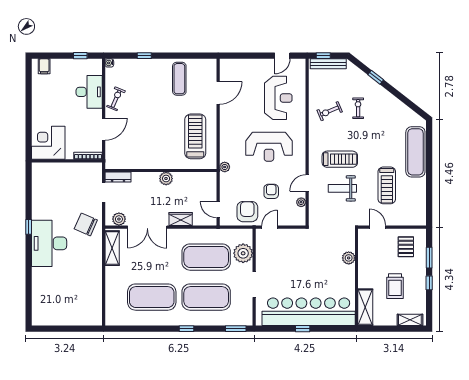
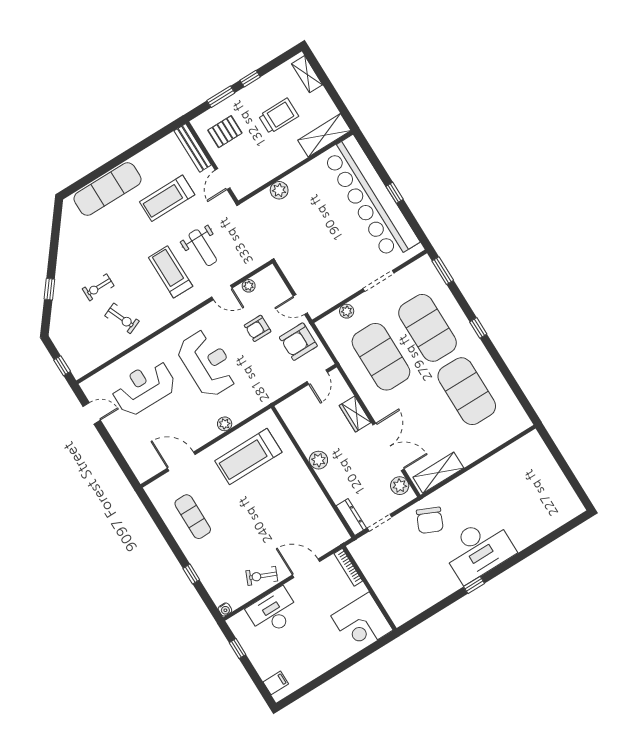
bench: (328, 64) -> (193, 148), moved
exercise mat: (179, 79) -> (193, 517), turned 90
plant: (225, 167) -> (225, 424), moved
treadmill: (387, 185) -> (167, 198), turned 180
plant: (243, 253) -> (347, 311), width x0.53, depth x0.53

